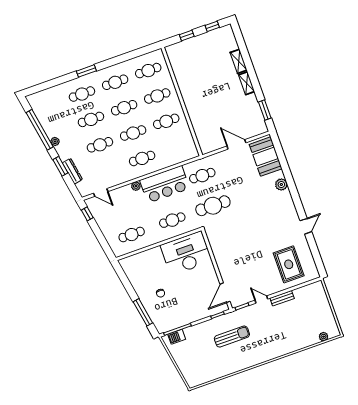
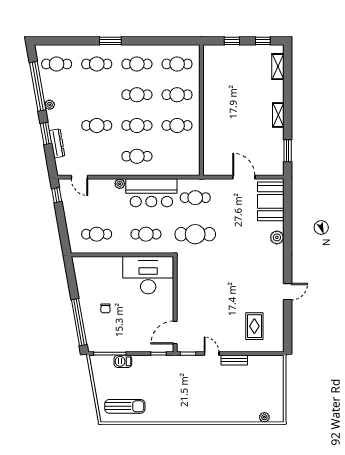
shelving: (239, 61) -> (278, 67), moved
cafe table: (91, 119) -> (57, 64), moved
rug: (289, 264) -> (254, 326), width x0.73, depth x0.70
window: (143, 312) -> (79, 322), width x1.46
barbecue: (177, 337) -> (123, 361), moved
sun lounger: (232, 337) -> (125, 406), moved

